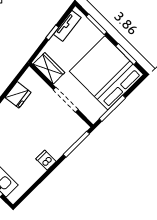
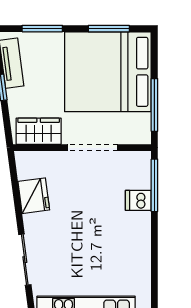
dishwasher: (46, 160) -> (138, 200), moved

